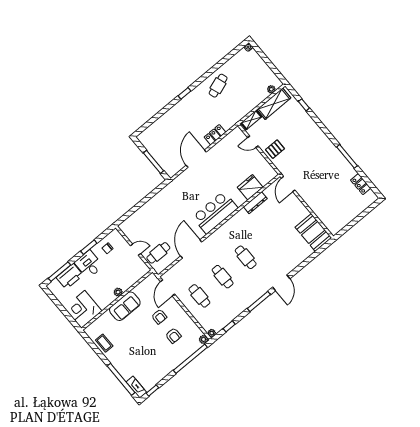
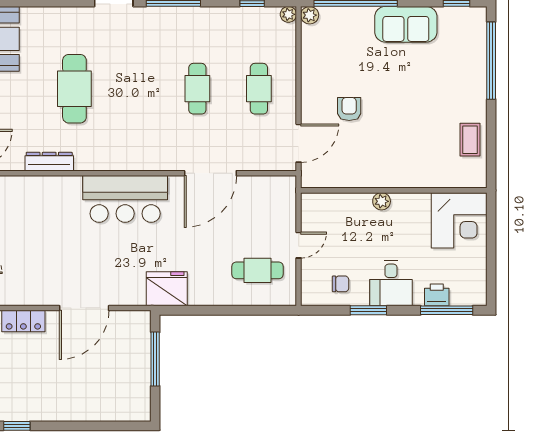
fridge: (250, 187) -> (167, 289), moved, turned 180
door: (135, 250) -> (299, 245), swing flipped
cafe table: (158, 253) -> (258, 270), moved
cafe table: (246, 257) -> (74, 89), moved, width x1.37, depth x1.35
printer: (70, 276) -> (437, 295), width x0.53, depth x0.68
sofa: (125, 306) -> (406, 24), moved, turned 180
armchair: (173, 336) -> (352, 61), removed
fireplace: (136, 387) -> (477, 28), removed

